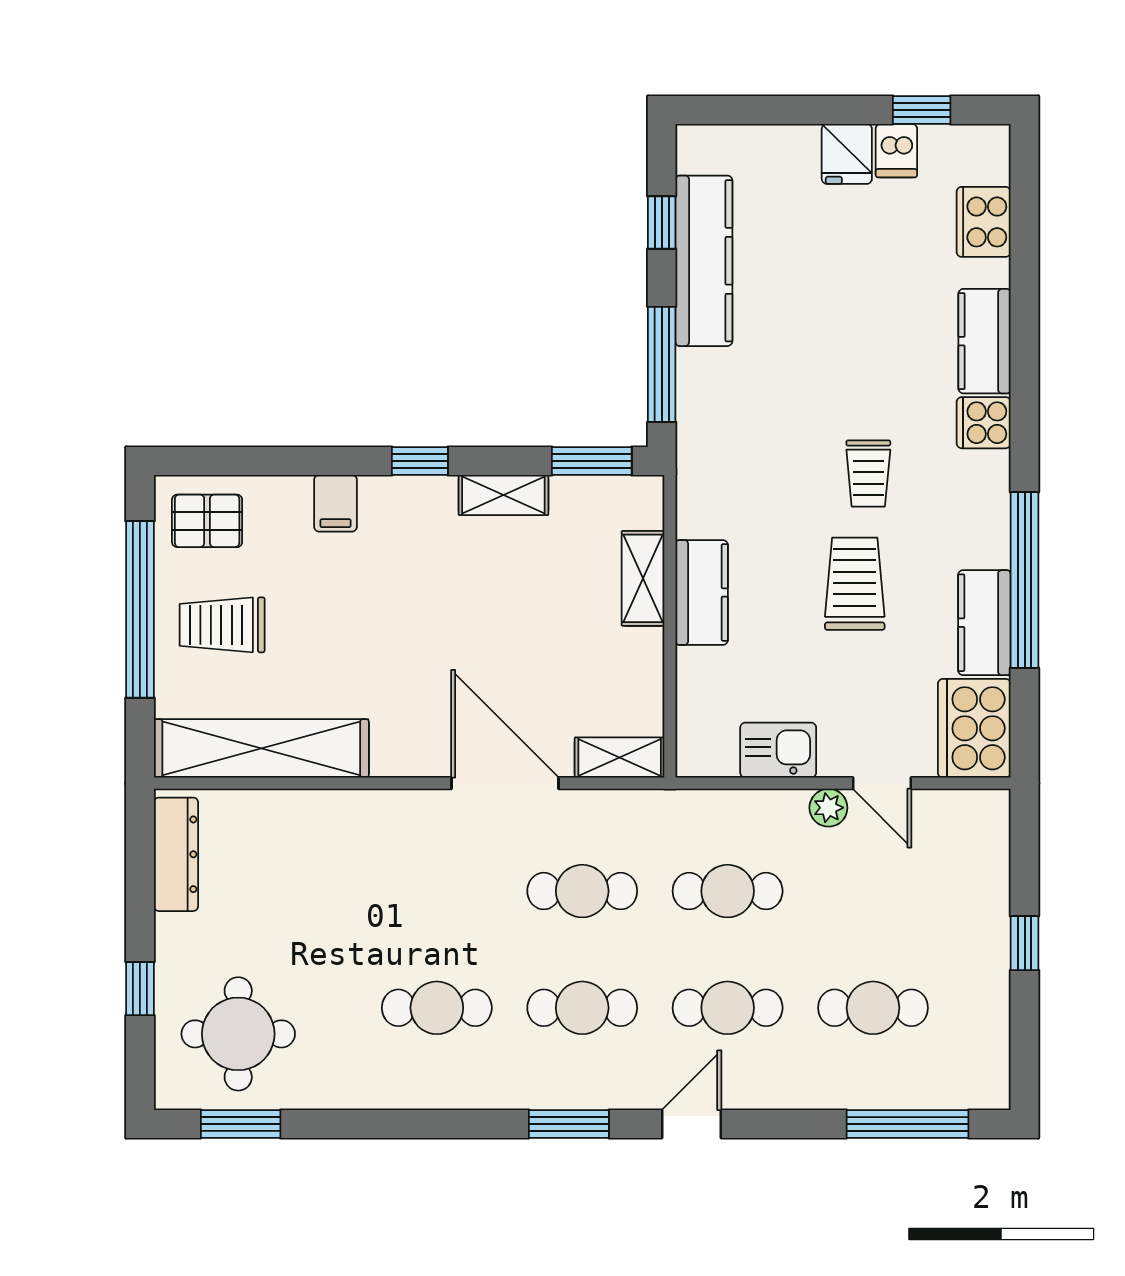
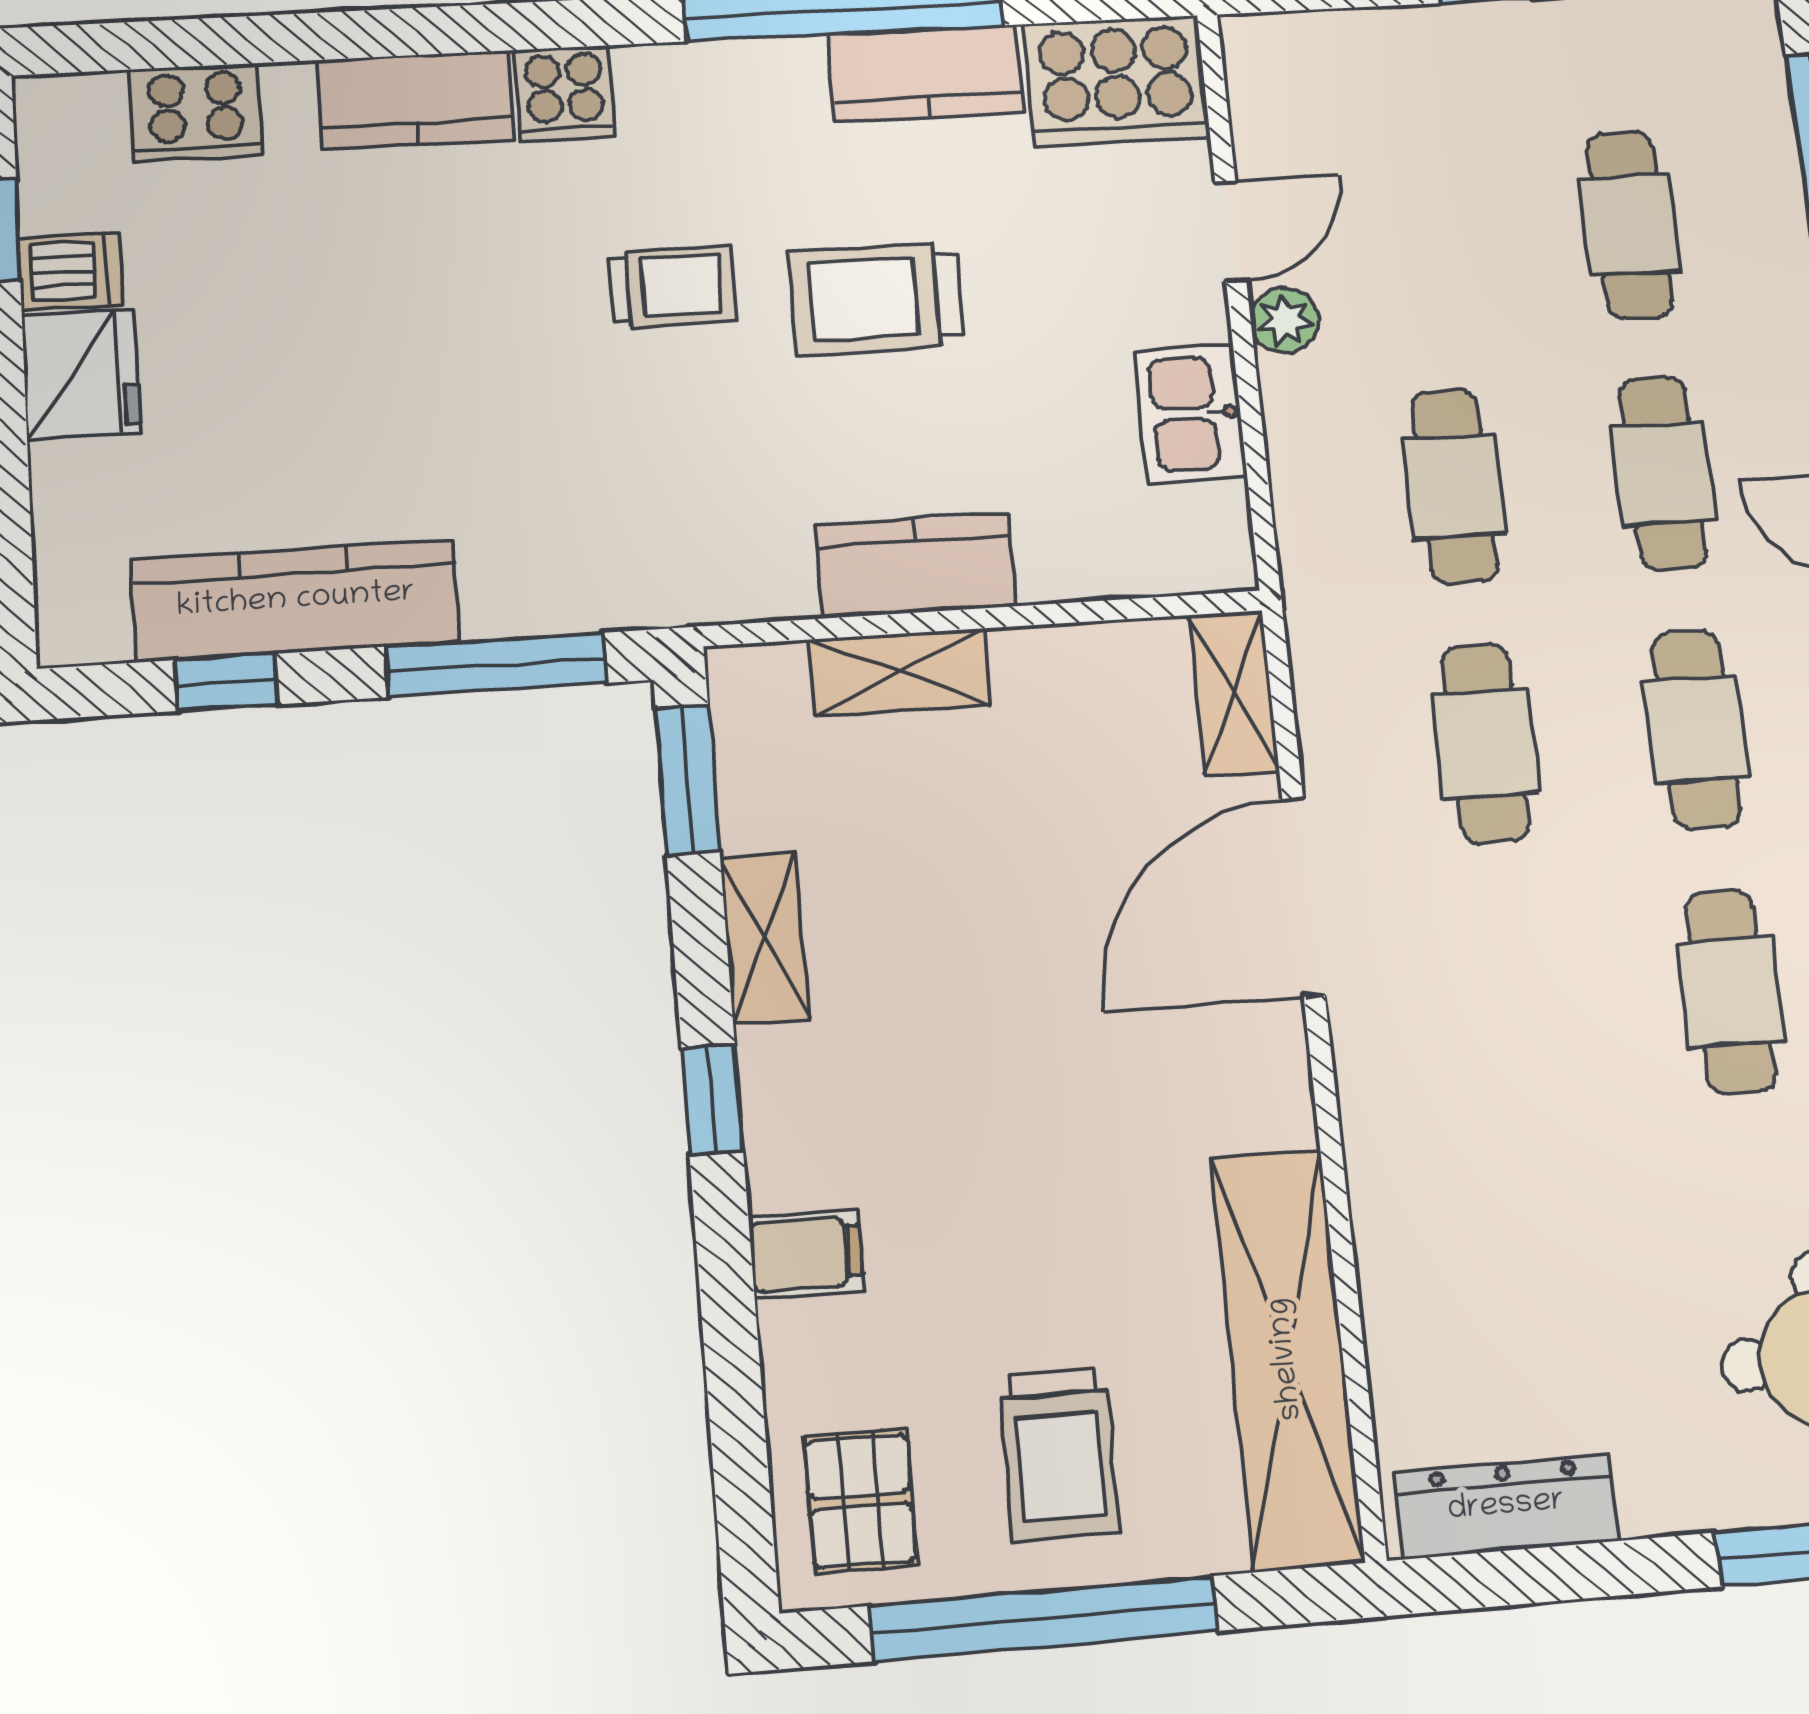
fridge: (847, 154) -> (81, 375), width x1.38

